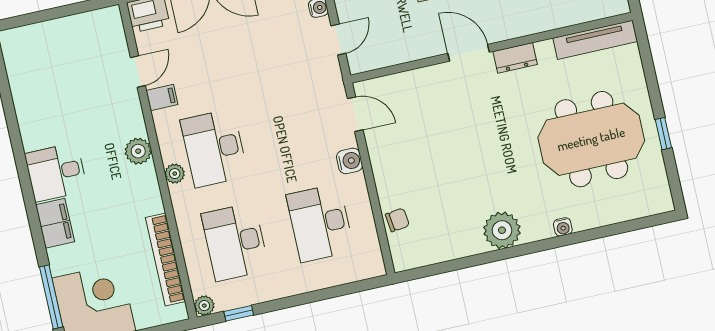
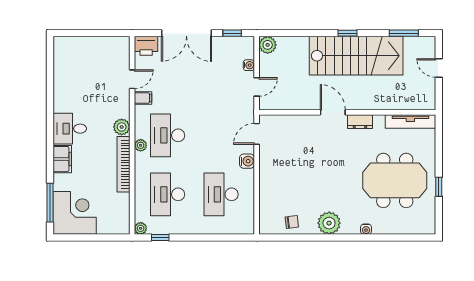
door: (355, 114) -> (257, 134), swing flipped
chair: (397, 220) -> (292, 222), moved
bookcase: (165, 259) -> (124, 164), moved

